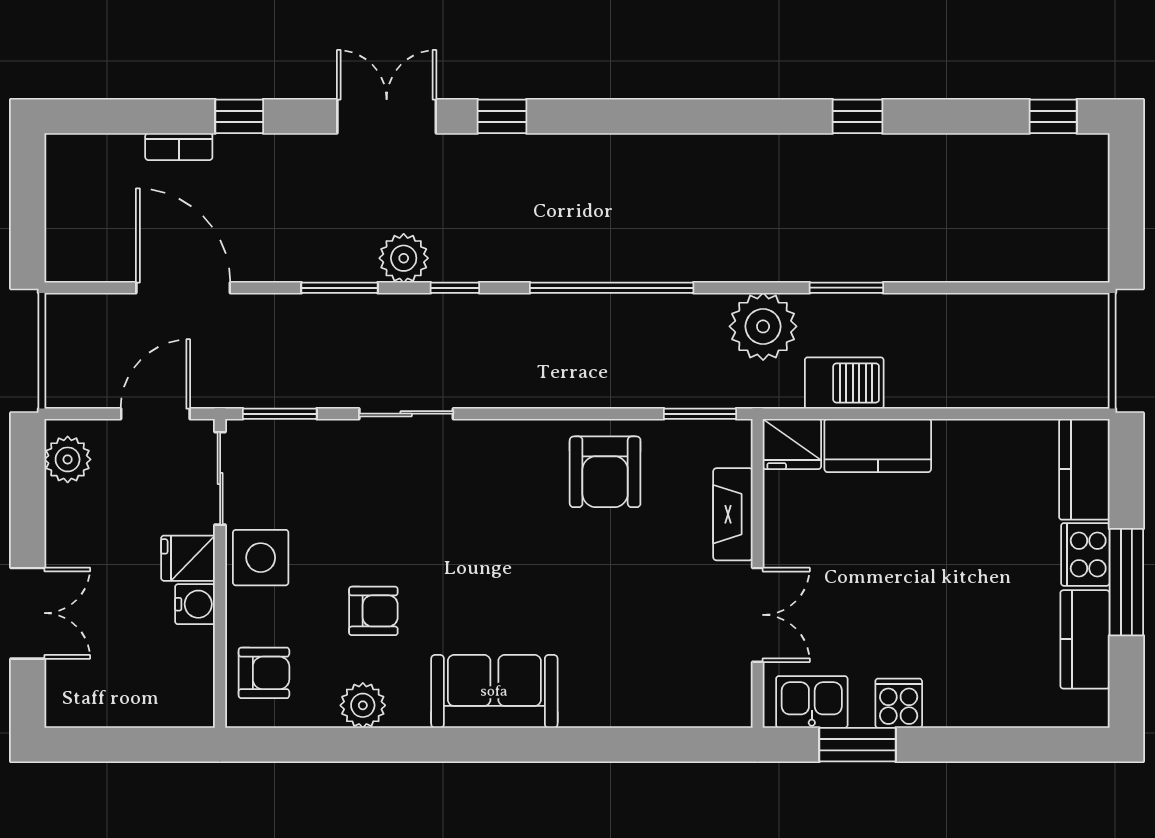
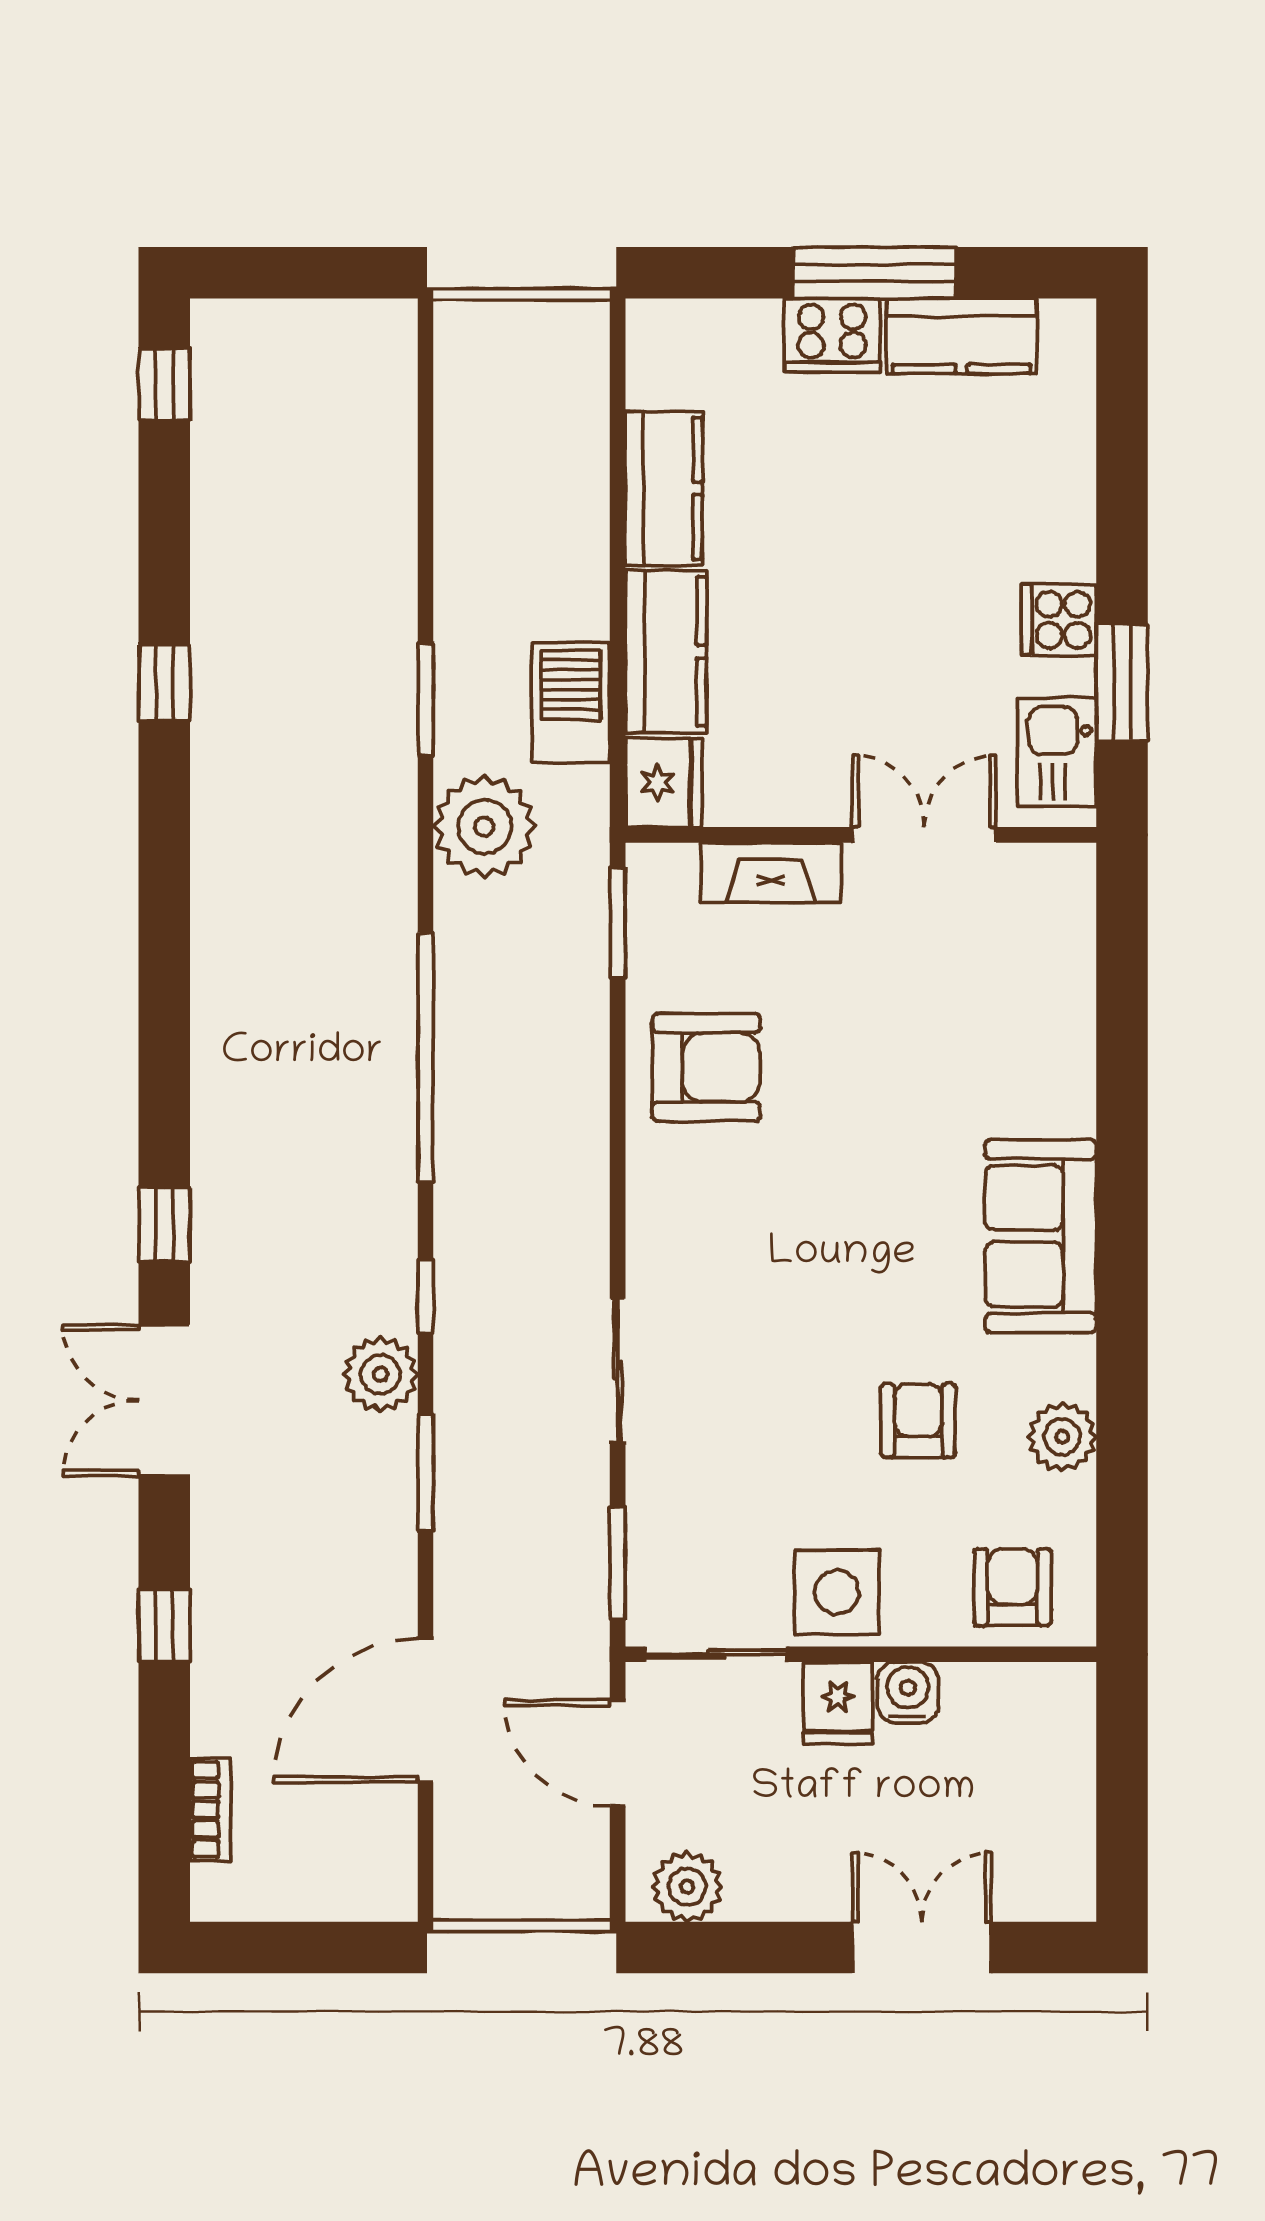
bookcase: (179, 147) -> (210, 1810), moved
kitchen counter: (1084, 469) -> (664, 488), moved, turned -90

